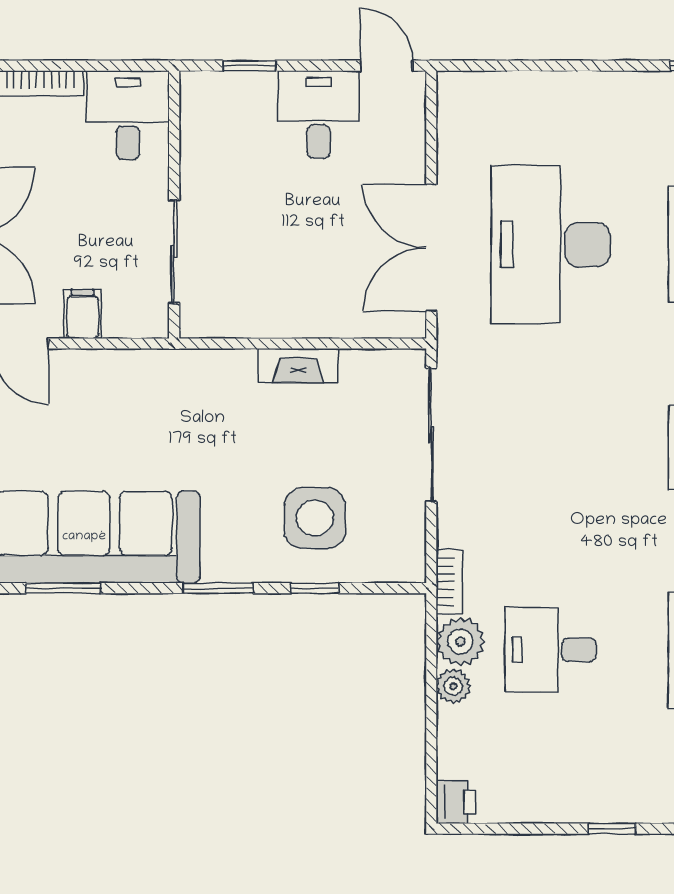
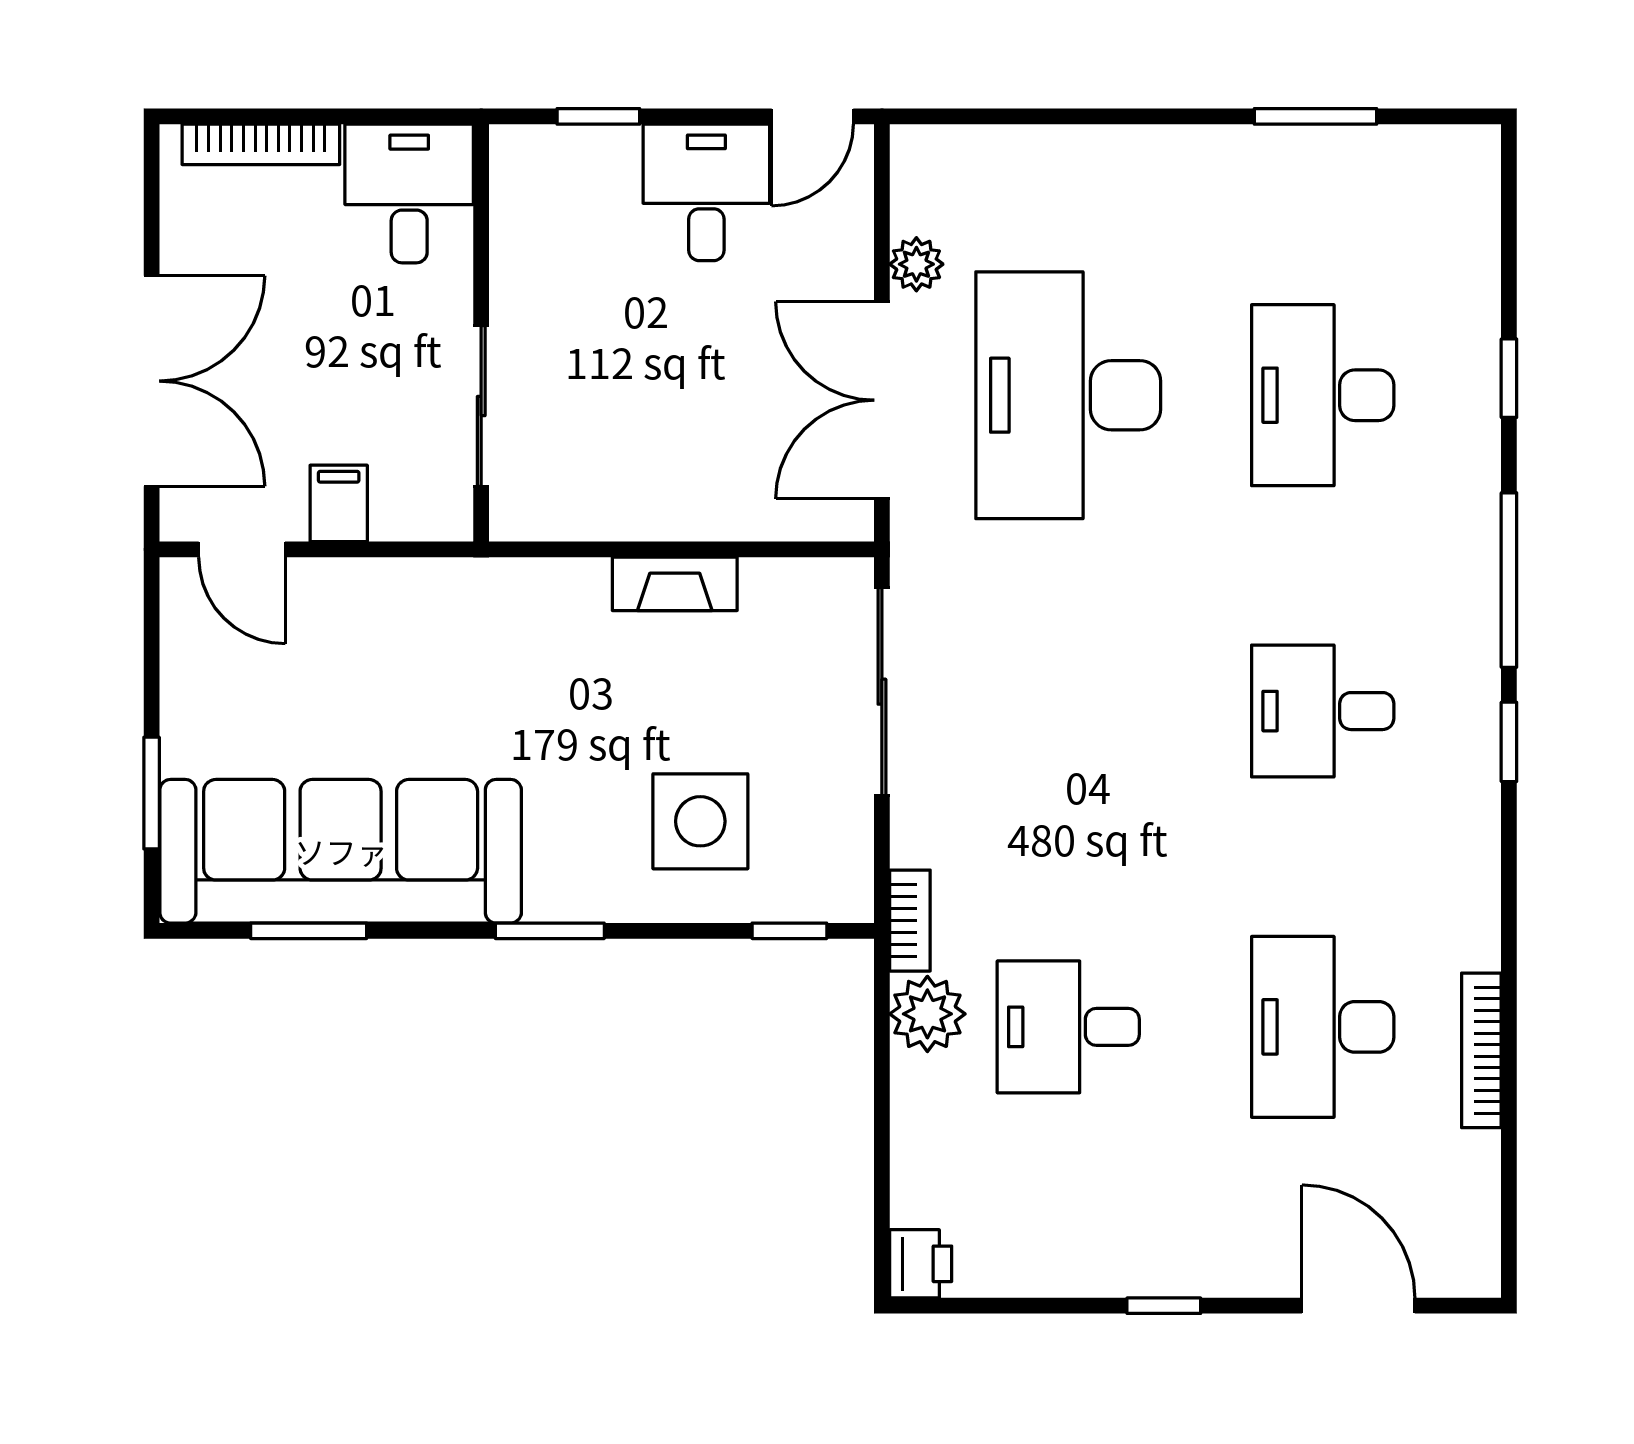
door: (387, 66) -> (812, 116), swing flipped
window: (315, 588) -> (789, 931), moved
plant: (453, 686) -> (916, 264), moved

